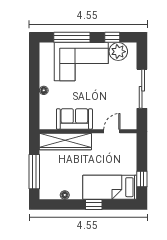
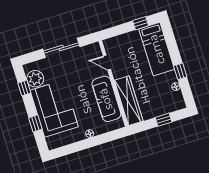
window: (72, 37) -> (35, 123), width x0.46
sofa: (74, 119) -> (106, 99), width x1.36
window: (34, 172) -> (164, 120), width x0.46
window: (94, 204) -> (180, 71), moved

